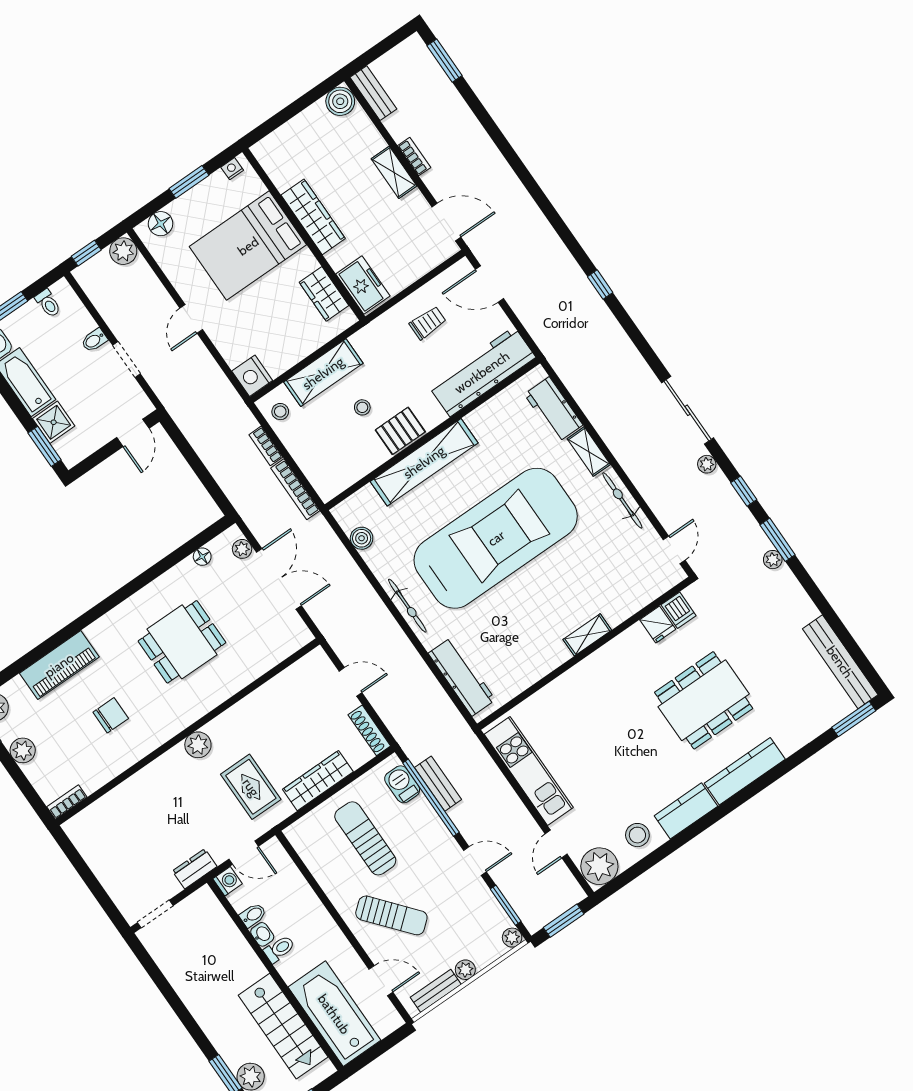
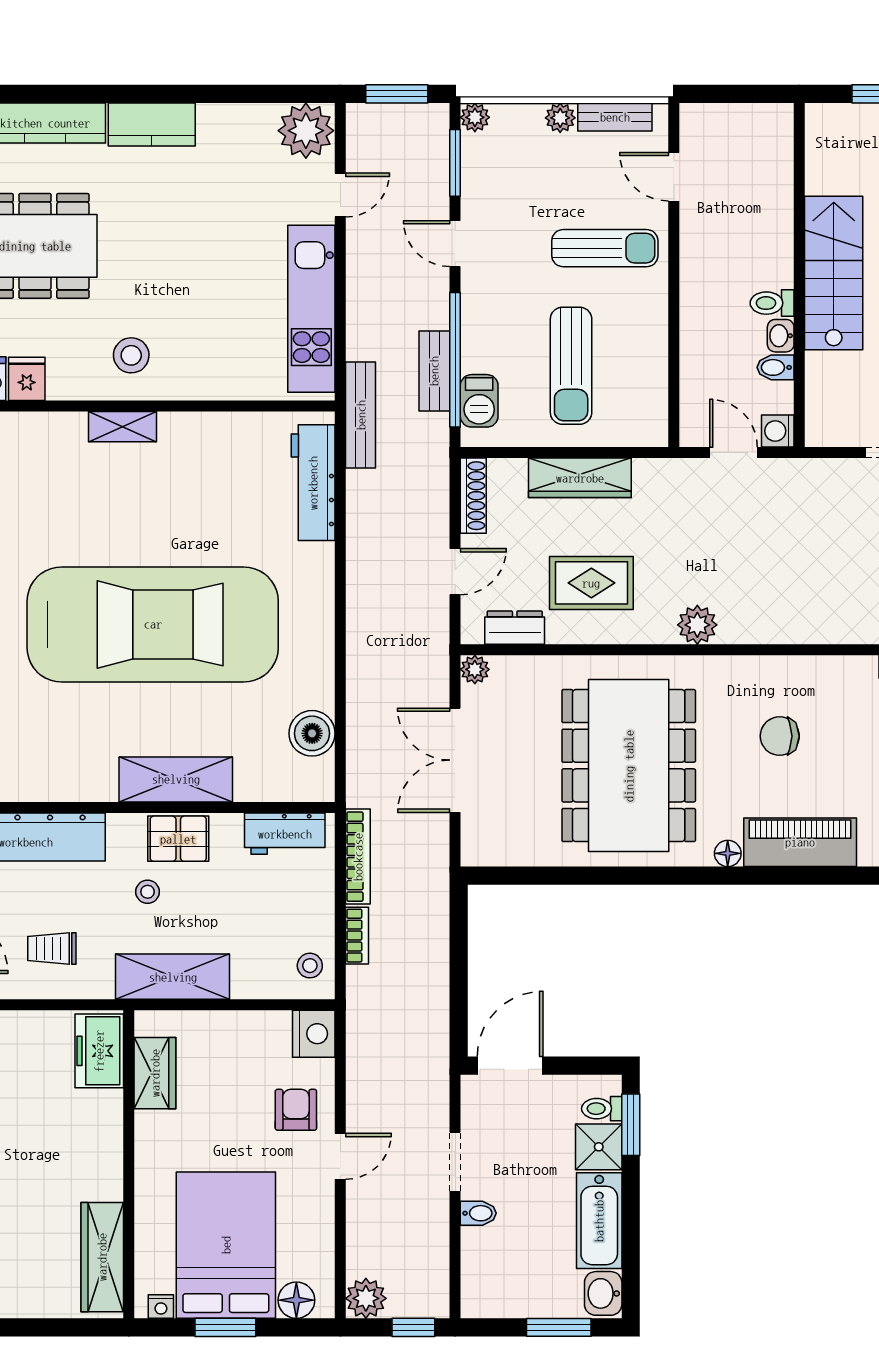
wardrobe: (313, 217) -> (102, 1257), moved
bed: (248, 246) -> (226, 1245), moved, turned -90
toilet: (48, 303) -> (602, 1109), moved, turned -90
armchair: (233, 327) -> (296, 1110), added
shelving: (323, 373) -> (173, 977), moved
stool: (362, 407) -> (148, 892), moved
door: (133, 433) -> (510, 1066), width x1.38
shelving: (424, 462) -> (176, 779), width x0.68
workbench: (344, 474) -> (285, 834), added
boiler: (362, 538) -> (312, 733), width x1.36, depth x1.36
car: (496, 538) -> (153, 624), turned 180
plant: (242, 549) -> (475, 669), moved
floor lamp: (202, 557) -> (728, 853), moved
bicycle: (407, 606) -> (320, 617), removed
dining table: (182, 642) -> (629, 766), width x1.88, depth x1.24
door: (350, 682) -> (455, 572), swing flipped
bench: (462, 732) -> (361, 415), added
rug: (251, 787) -> (591, 583), moved, turned 90
stool: (637, 835) -> (131, 355), moved
dresser: (195, 869) -> (515, 628), moved, turned 180
sun lounger: (391, 915) -> (605, 248), turned 130
bathtub: (334, 1014) -> (759, 176), removed
stairs: (283, 1026) -> (834, 273), moved

